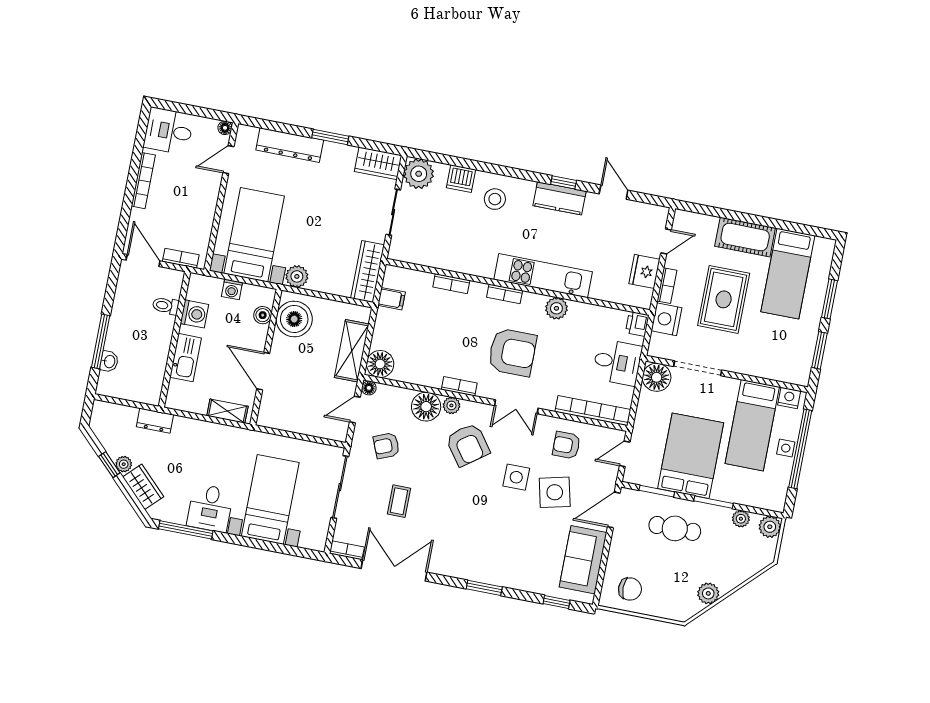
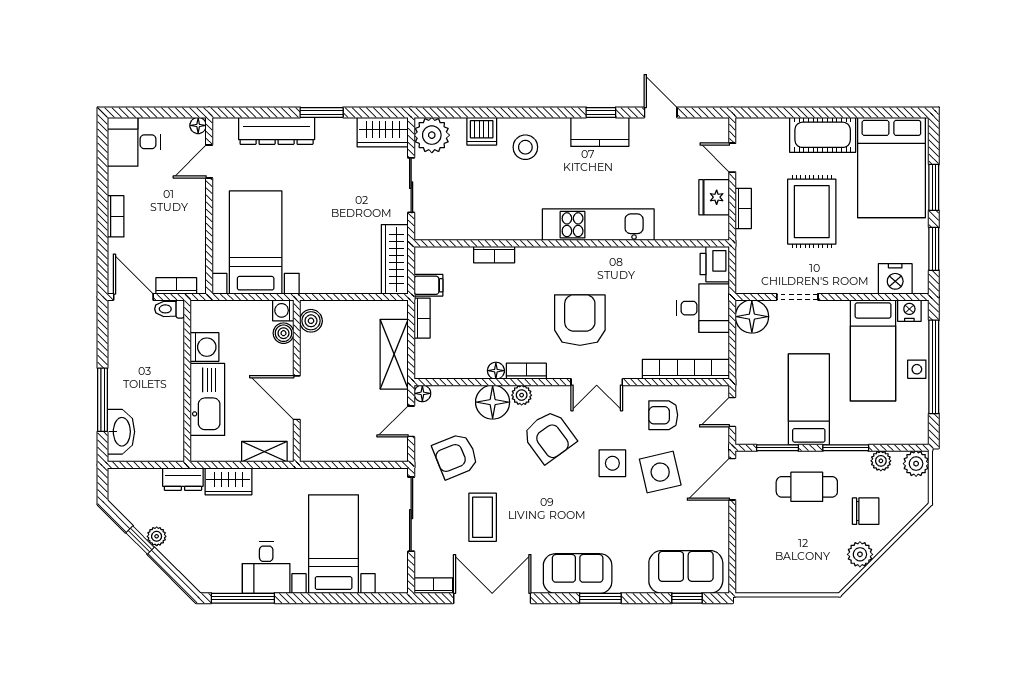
bookcase: (143, 181) -> (116, 216), width x0.64
door: (666, 241) -> (732, 158), swing flipped
bed: (788, 274) -> (891, 168), width x1.50
plant: (297, 276) -> (314, 281), removed
washing machine: (232, 289) -> (283, 310), moved, turned 90
bookcase: (505, 294) -> (422, 318), moved, turned -90
toilet: (166, 306) -> (169, 309), moved
plant: (556, 308) -> (621, 259), removed
boiler: (294, 319) -> (311, 321), width x0.54, depth x0.54
nightstand: (667, 319) -> (895, 279), moved, turned -90
printer: (637, 324) -> (715, 264), width x1.36, depth x1.24
armchair: (512, 352) -> (580, 320), turned -90
kitchen sink: (186, 358) -> (207, 399), width x1.36, depth x1.24
washbasin: (109, 361) -> (121, 432), width x1.91, depth x1.45
floor lamp: (380, 364) -> (496, 371), moved, width x0.53, depth x0.53
doorway: (698, 368) -> (797, 297), width x0.73
armchair: (386, 446) -> (455, 456), width x1.38, depth x1.38
bed: (691, 456) -> (809, 399), width x0.67
wardrobe: (143, 487) -> (228, 481), moved, turned 135
coffee table: (399, 501) -> (483, 517), width x1.36, depth x1.30
sofa: (583, 560) -> (686, 572), moved, turned 90
sofa: (469, 564) -> (578, 574), added
chair: (630, 589) -> (866, 511), moved

